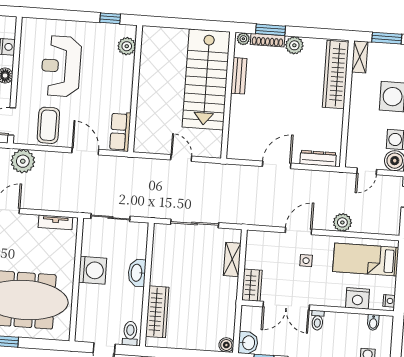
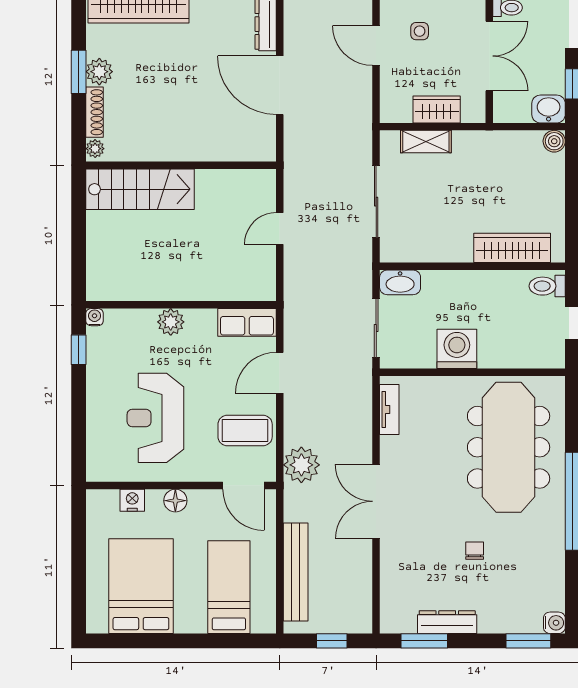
water cooler: (131, 30) -> (95, 317), added
window: (270, 30) -> (79, 72), moved
plant: (127, 46) -> (171, 322), moved
reception desk: (61, 66) -> (155, 418), turned 90
bench: (239, 76) -> (151, 151), removed
stairs: (206, 79) -> (140, 189), width x0.73, depth x0.66
door: (277, 165) -> (280, 85), width x1.36
washbasin: (137, 273) -> (400, 282), moved
wardrobe: (252, 285) -> (437, 109), moved

